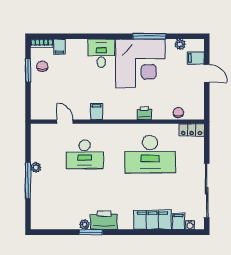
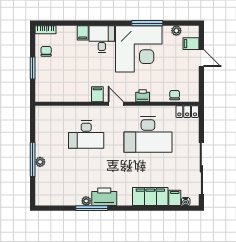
filing cabinet: (60, 47) -> (83, 33), moved
window: (28, 70) -> (33, 68), moved
door: (65, 122) -> (116, 104), moved
plant: (36, 167) -> (40, 162), moved
window: (91, 232) -> (92, 208), width x1.44

